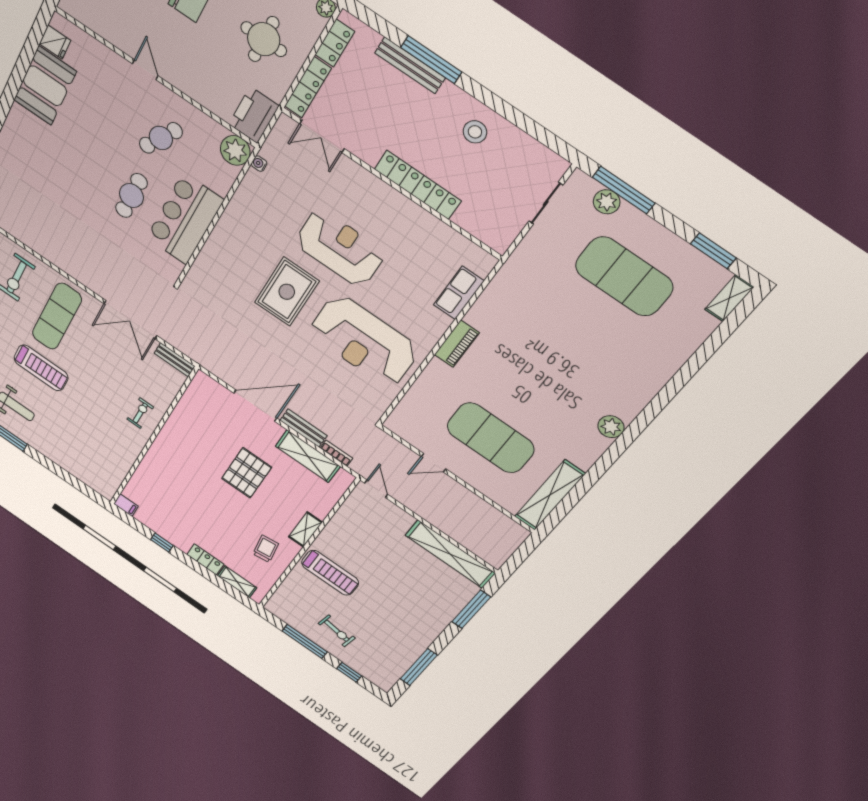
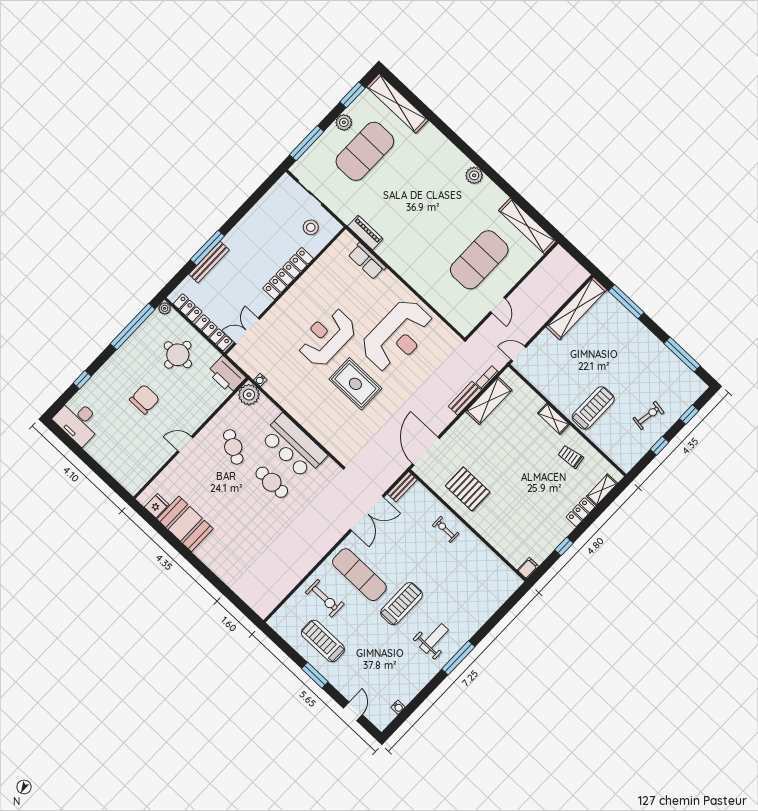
stool: (475, 132) -> (311, 227), moved
double door: (322, 136) -> (247, 331), swing flipped
plant: (607, 202) -> (344, 122), moved
shelving: (729, 298) -> (397, 103), width x2.20, depth x1.33
piano: (457, 344) -> (365, 233), moved
door: (255, 406) -> (426, 451), moved
pallet: (247, 473) -> (468, 489), moved
window: (305, 641) -> (660, 446), width x0.46

